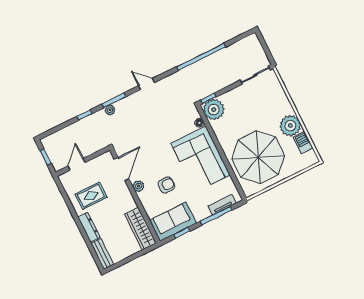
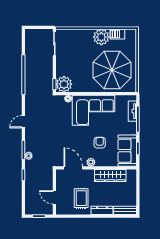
wardrobe: (140, 229) -> (110, 175), moved

